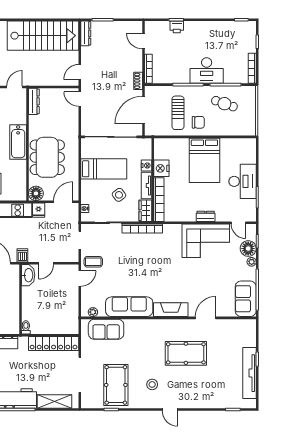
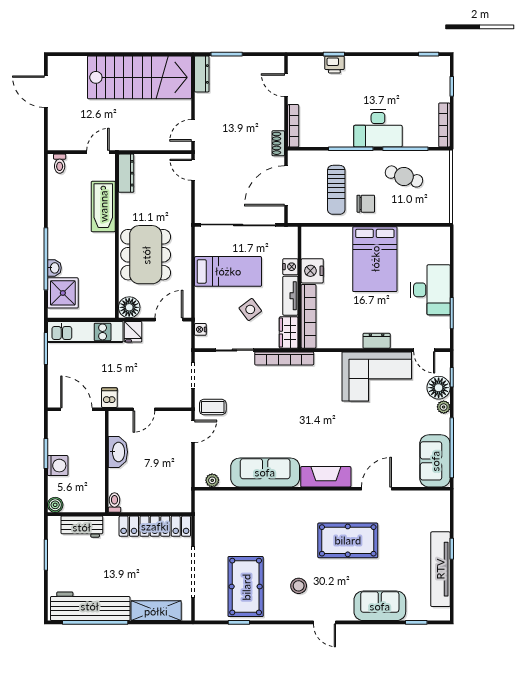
bathtub: (18, 142) -> (103, 206), moved
washbasin: (28, 275) -> (118, 452), moved
sofa: (106, 329) -> (380, 606), moved, turned 180

